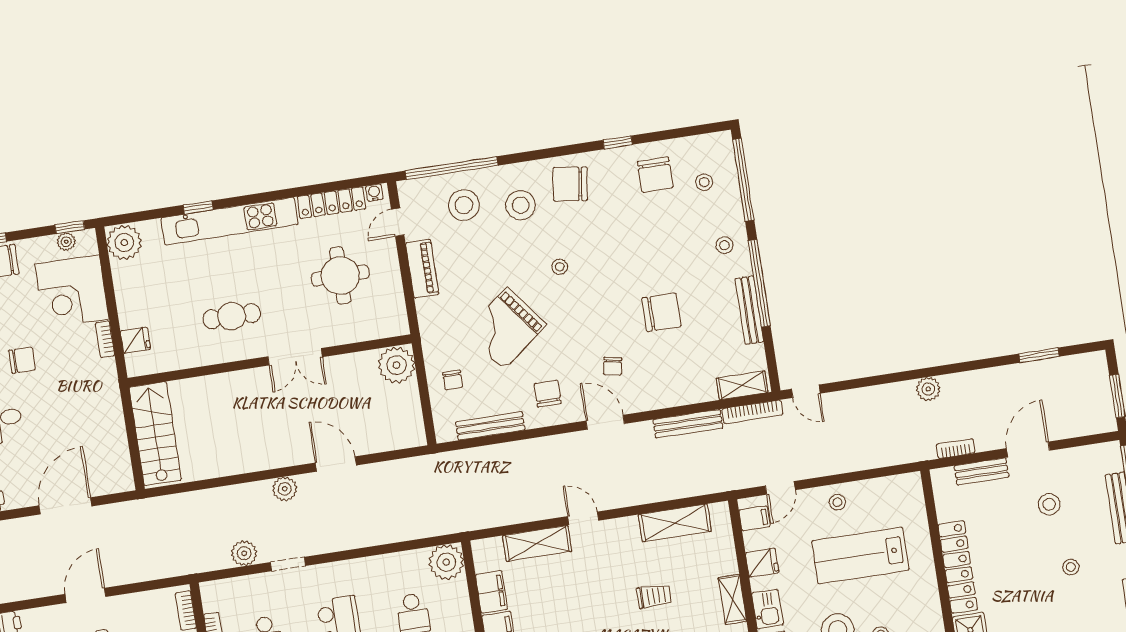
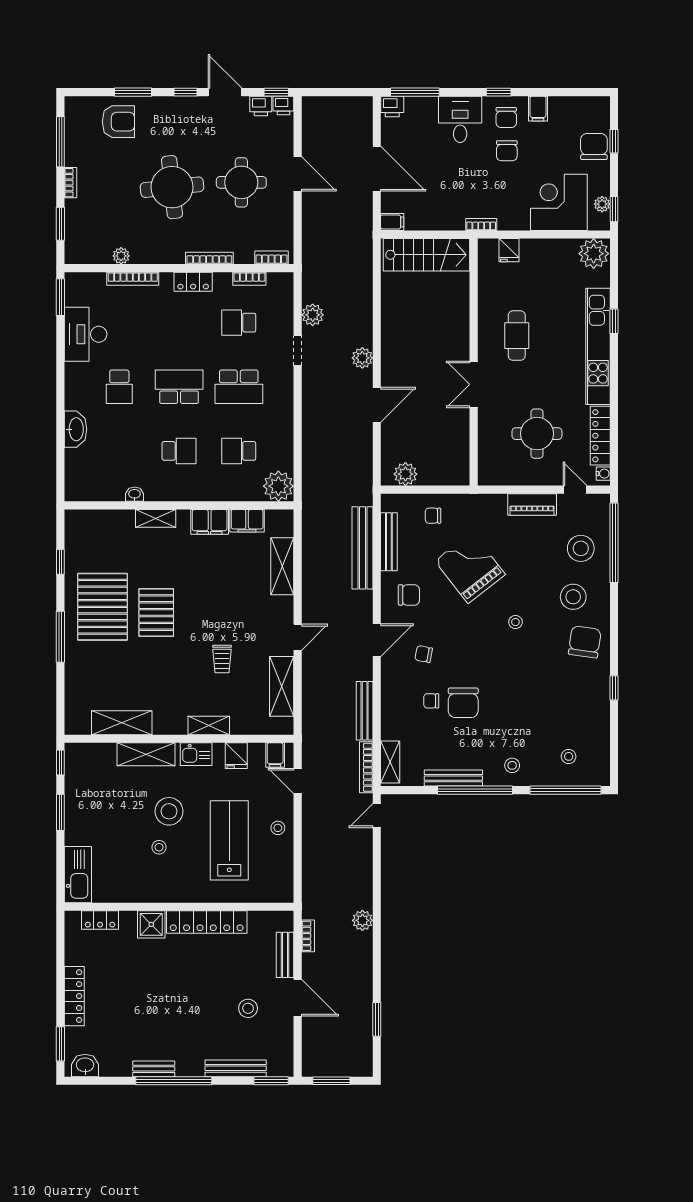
chair: (655, 175) -> (431, 701), moved, width x0.54, depth x0.54
bookcase: (105, 339) -> (481, 224), moved
plant: (397, 365) -> (405, 474), moved, width x0.73, depth x0.73
bench: (502, 455) -> (363, 548), added
filing cabinet: (124, 479) -> (392, 222), added
door: (583, 518) -> (298, 637), moved
stool: (1071, 567) -> (192, 1019), removed

